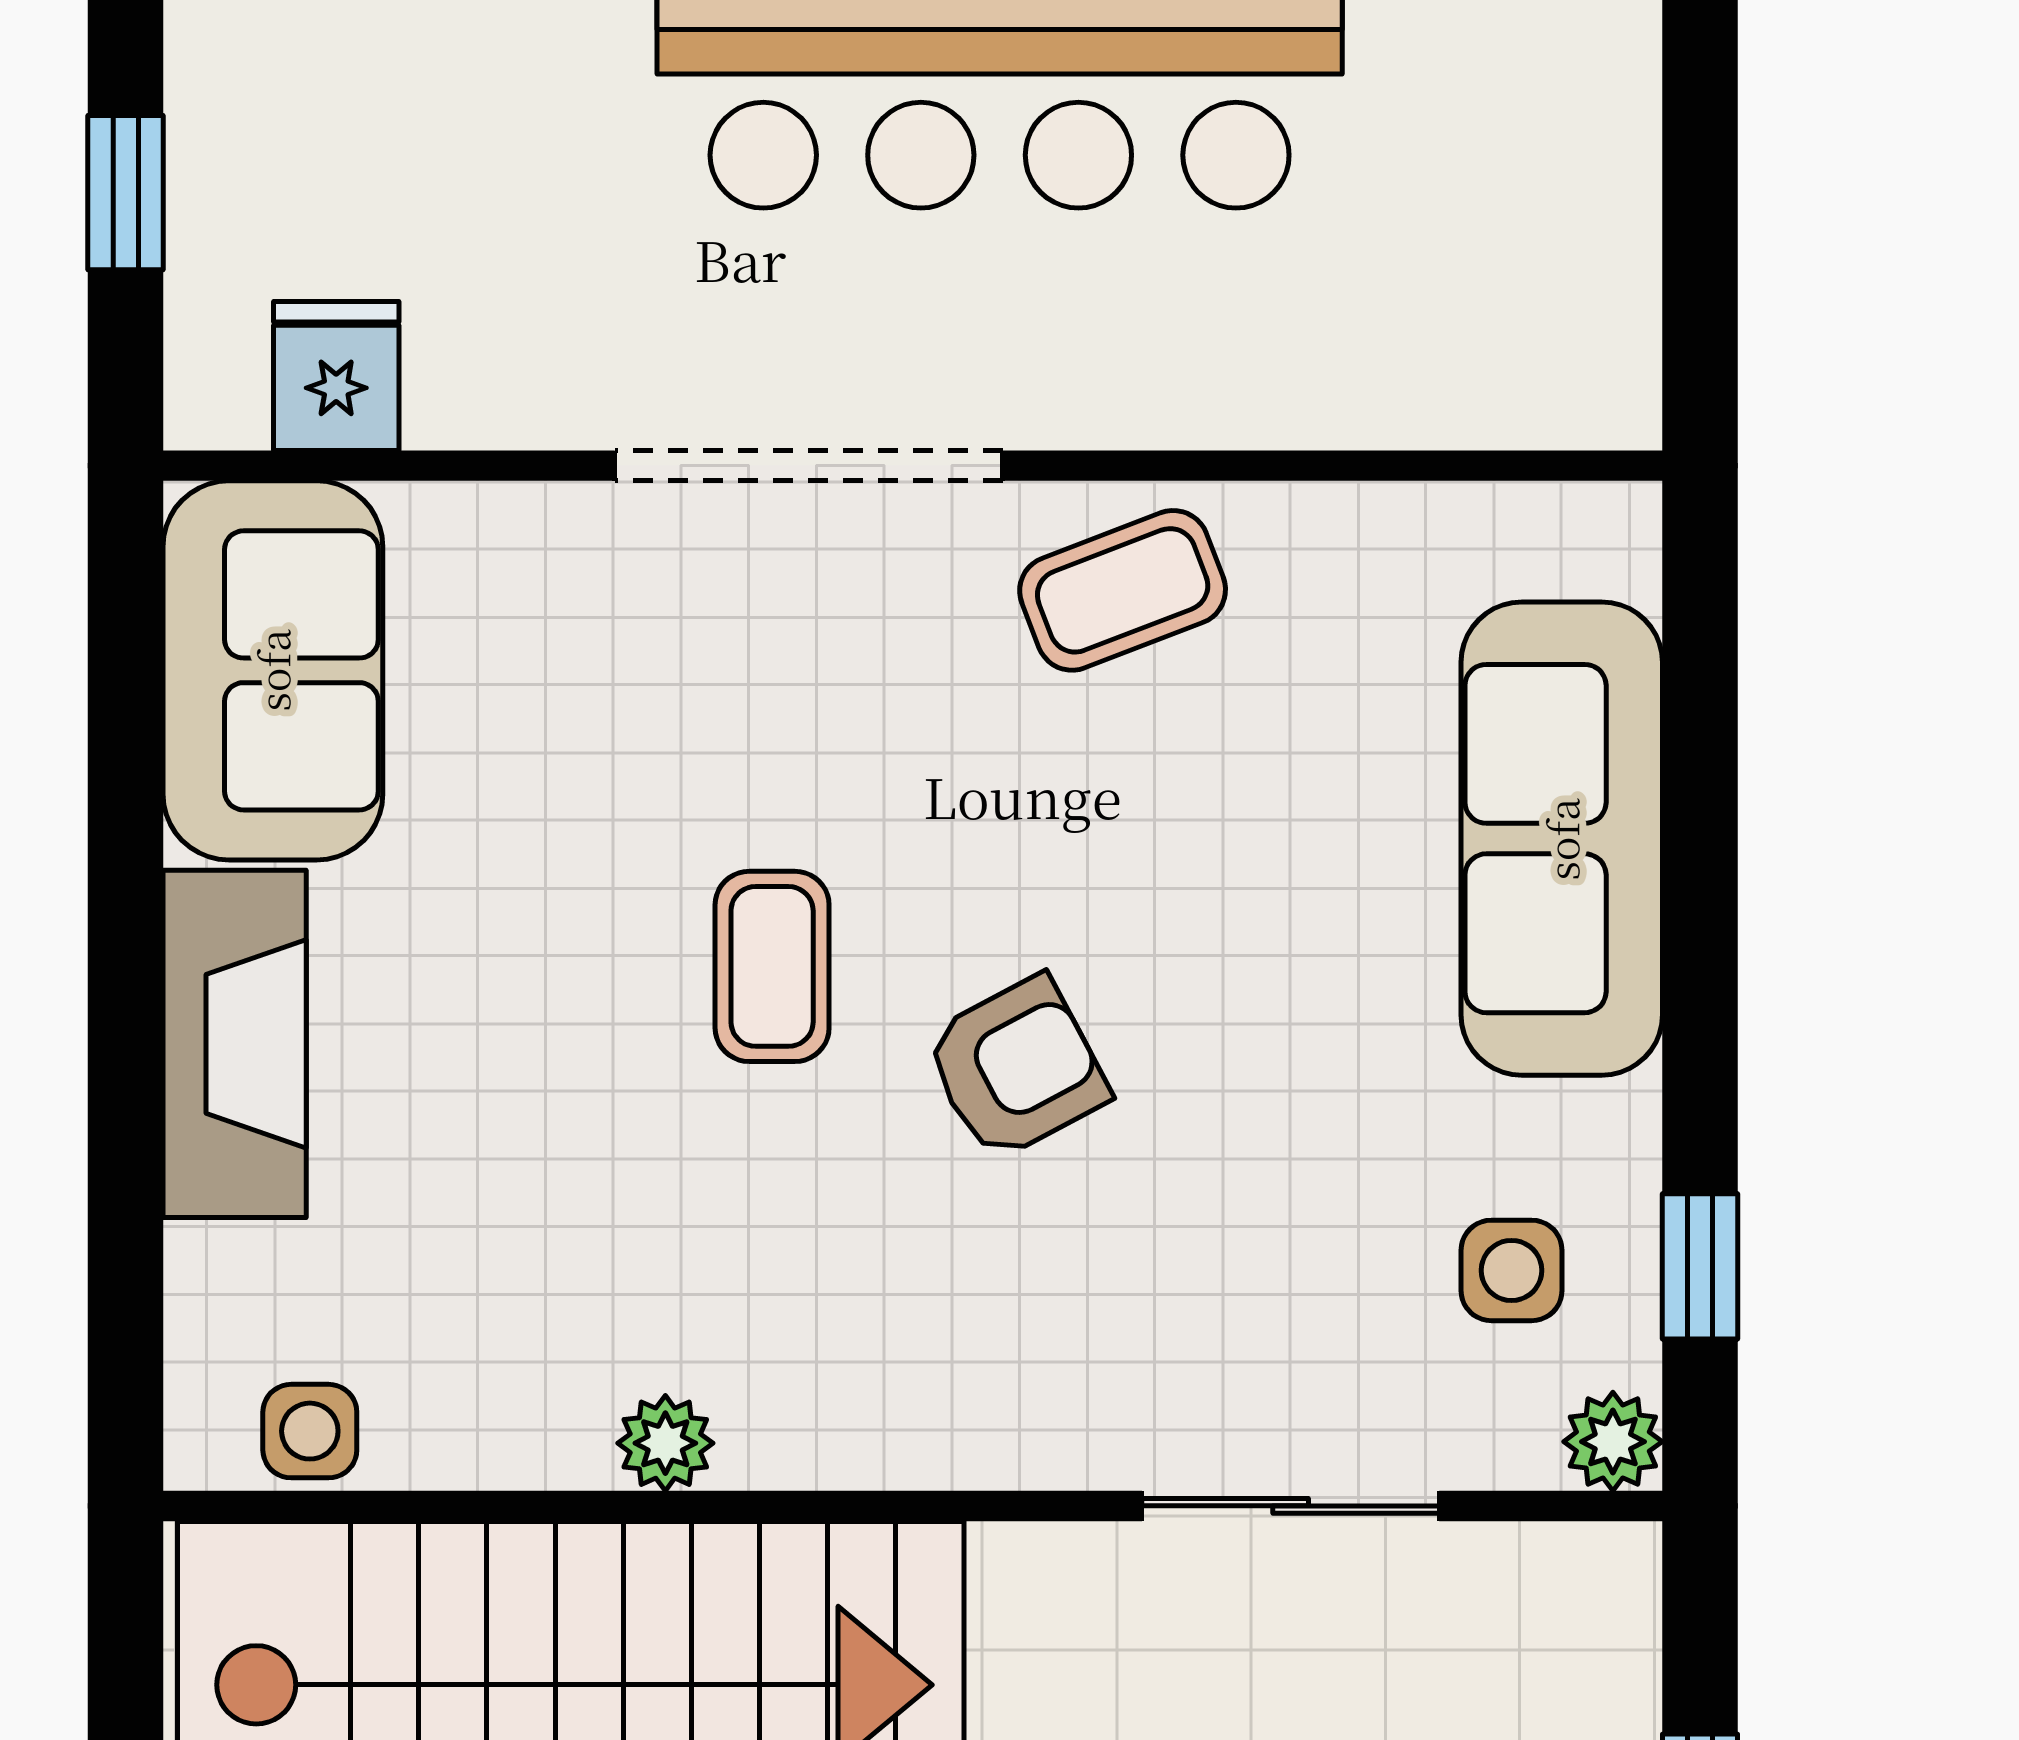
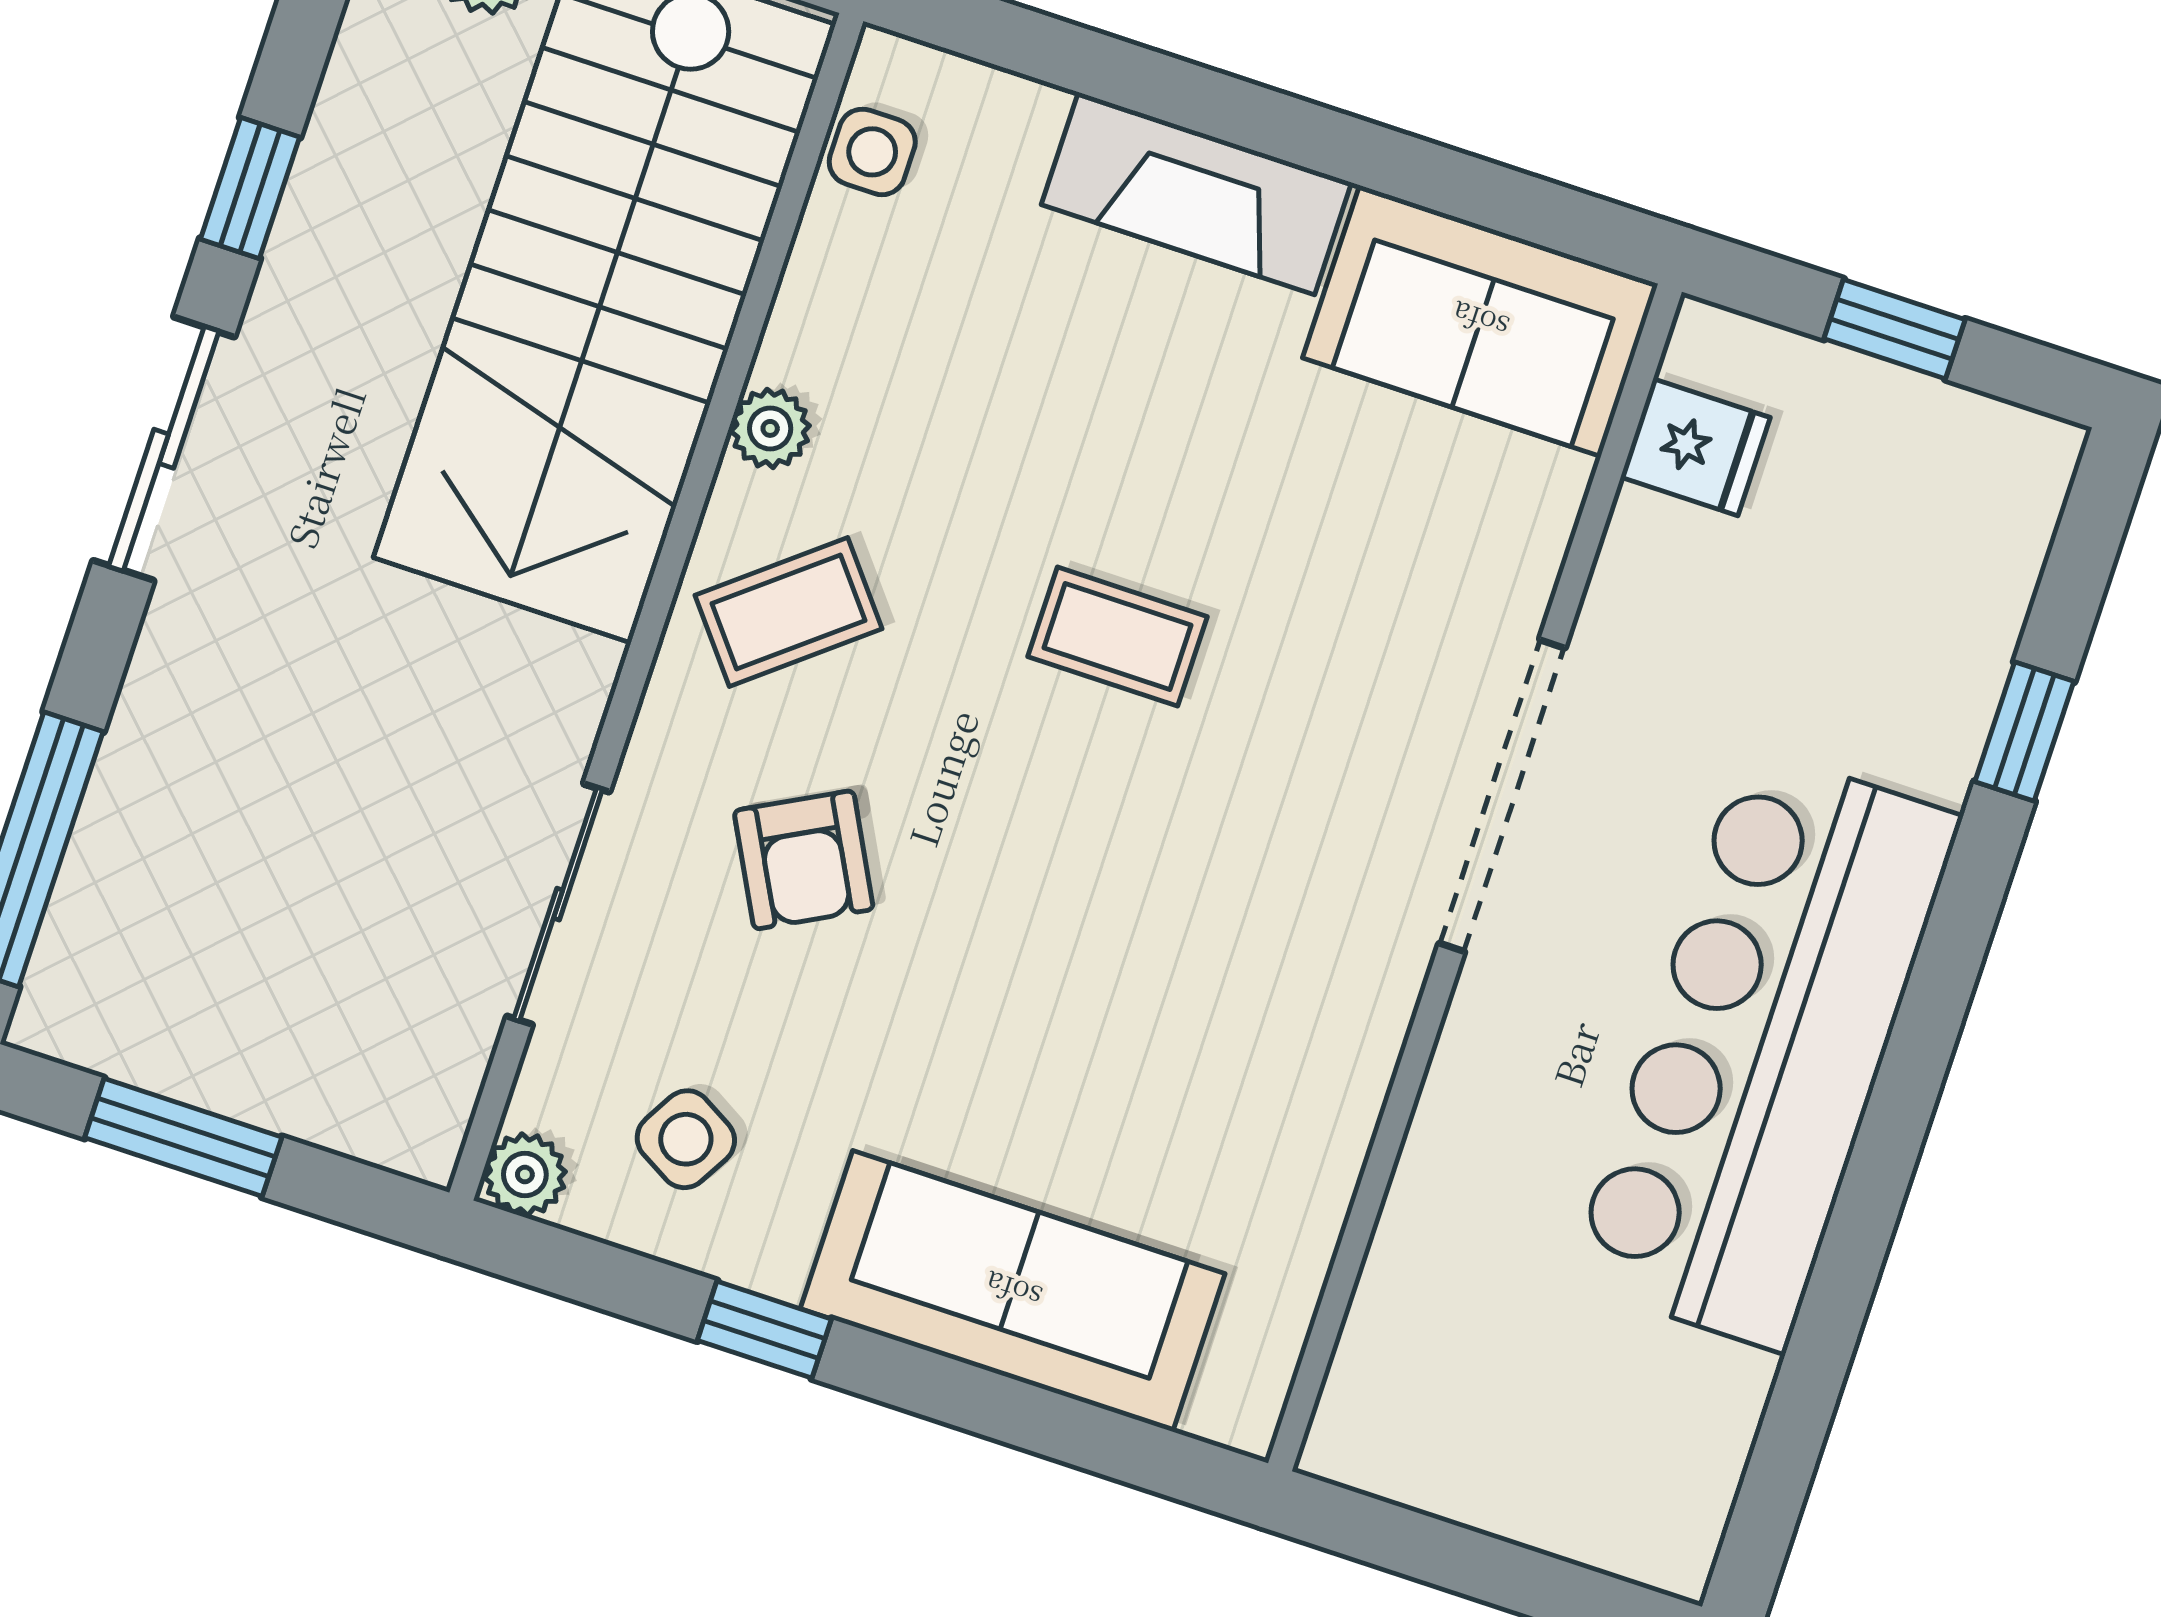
coffee table: (1123, 590) -> (788, 612), moved, turned 72
armchair: (1016, 1068) -> (804, 860), moved
window: (1700, 1266) -> (764, 1330), moved
side table: (1512, 1270) -> (686, 1139), turned 30

